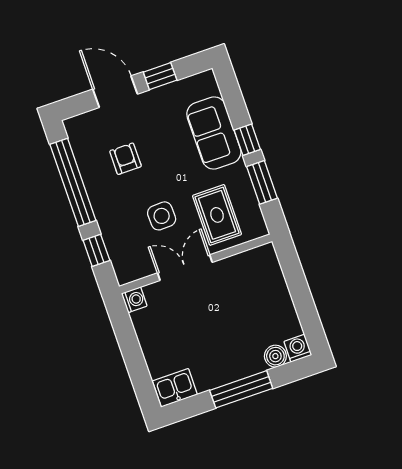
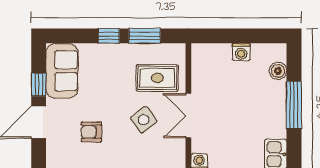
sofa: (214, 133) -> (62, 71), moved, turned -90
side table: (162, 216) -> (144, 120), turned -35
washing machine: (298, 348) -> (241, 52), moved, turned -90

